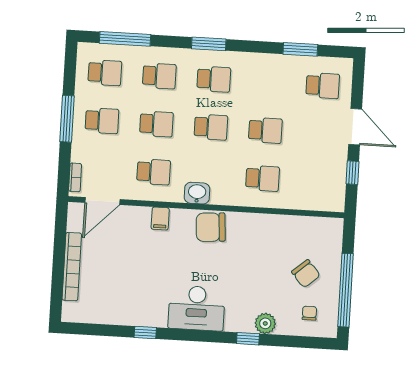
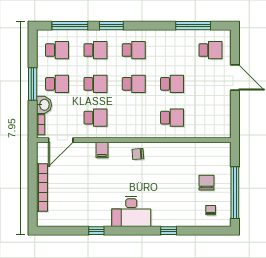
window: (209, 44) -> (111, 26), moved
window: (300, 49) -> (193, 26), width x1.44
window: (352, 173) -> (235, 110), removed
washbasin: (197, 193) -> (44, 105), moved, turned 90
chair: (211, 227) -> (138, 154), width x0.54, depth x0.54
chair: (306, 274) -> (206, 183), turned -139
plant: (265, 323) -> (180, 219), removed

